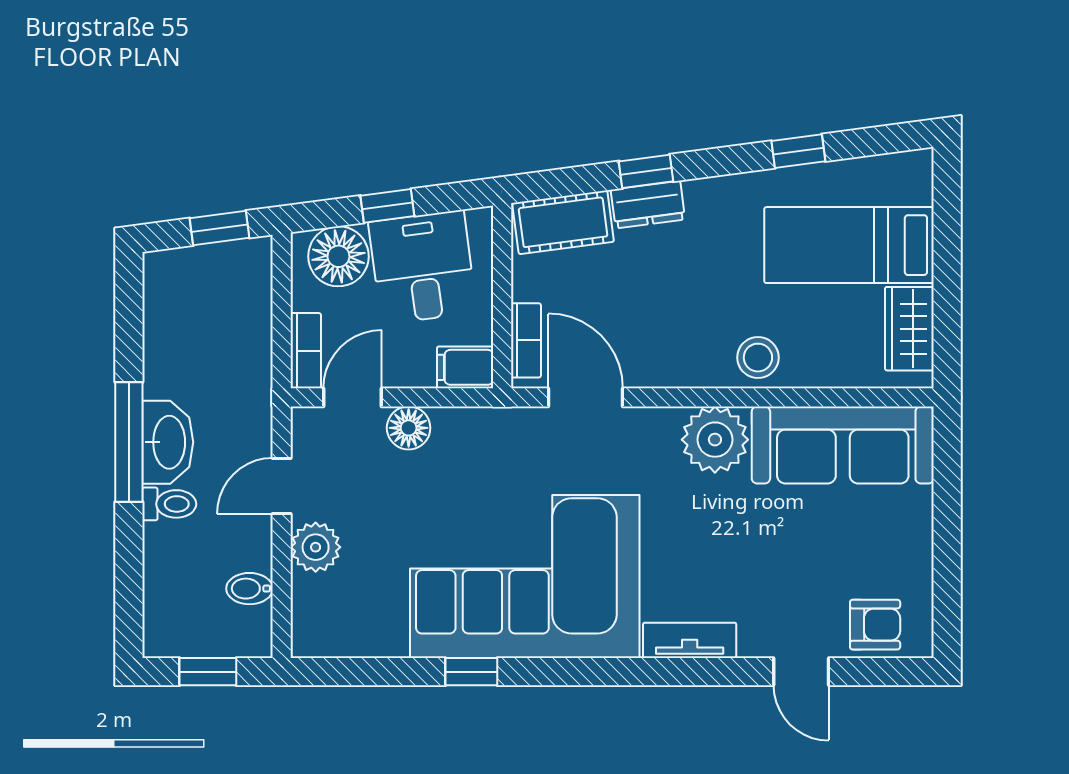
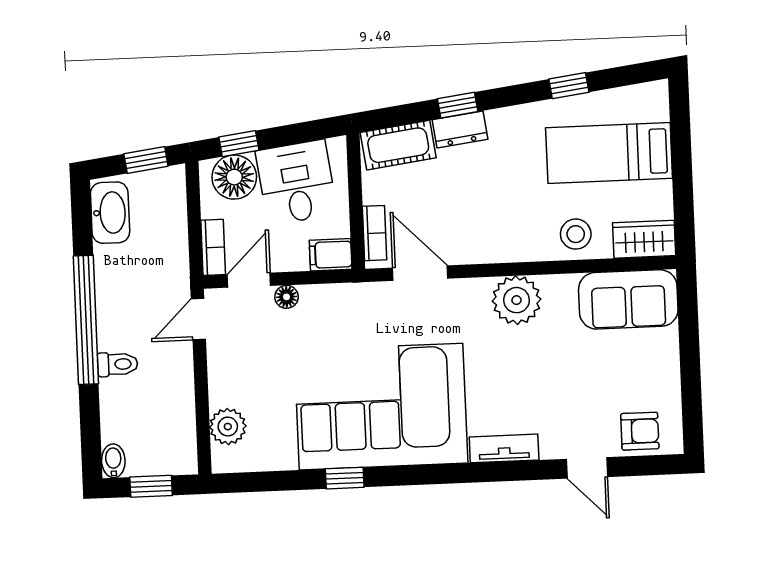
window: (387, 206) -> (239, 144), moved
wardrobe: (909, 329) -> (644, 239), moved, turned 90
stool: (758, 358) -> (576, 234), moved
floor lamp: (409, 428) -> (287, 297), width x0.73, depth x0.73
window: (129, 442) -> (86, 320), width x1.46
washbasin: (168, 442) -> (110, 213), moved
sofa: (843, 445) -> (628, 299), width x0.73
door: (282, 486) -> (198, 319), moved
plant: (316, 547) -> (228, 427), moved
bidet: (250, 589) -> (113, 461), moved, turned 90

